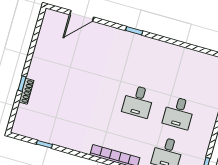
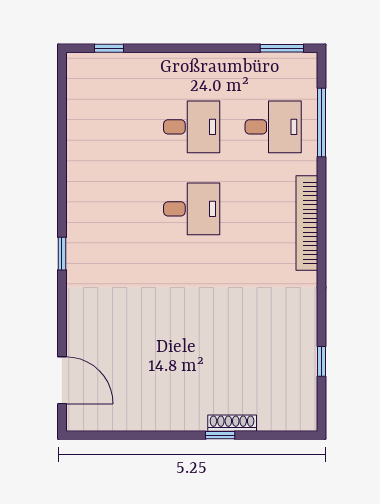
door: (82, 16) -> (62, 380), moved

